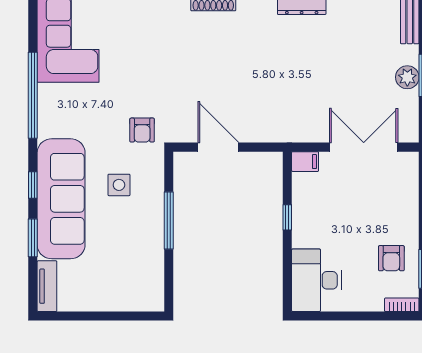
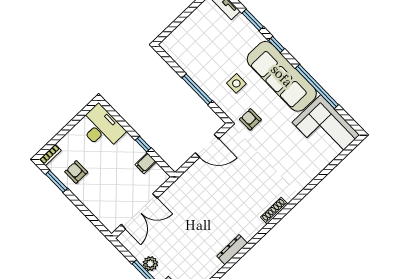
filing cabinet: (305, 162) -> (146, 163), moved
sofa: (61, 199) -> (282, 76), moved

